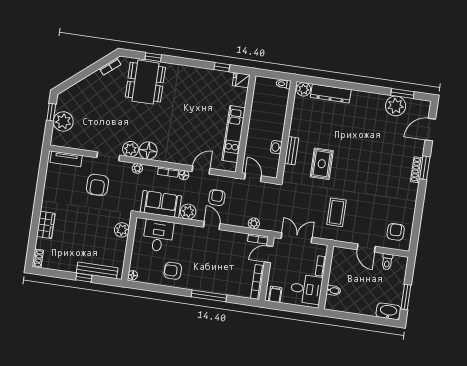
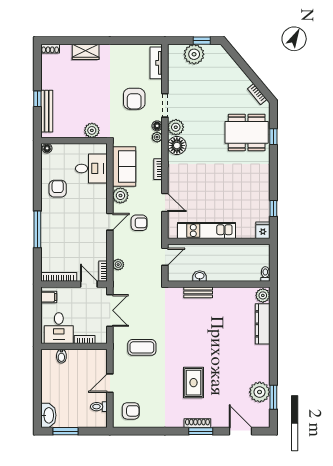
rug: (322, 164) -> (194, 383), moved, turned 90
floor lamp: (184, 175) -> (157, 126), moved
armchair: (97, 185) -> (134, 99), turned -90

